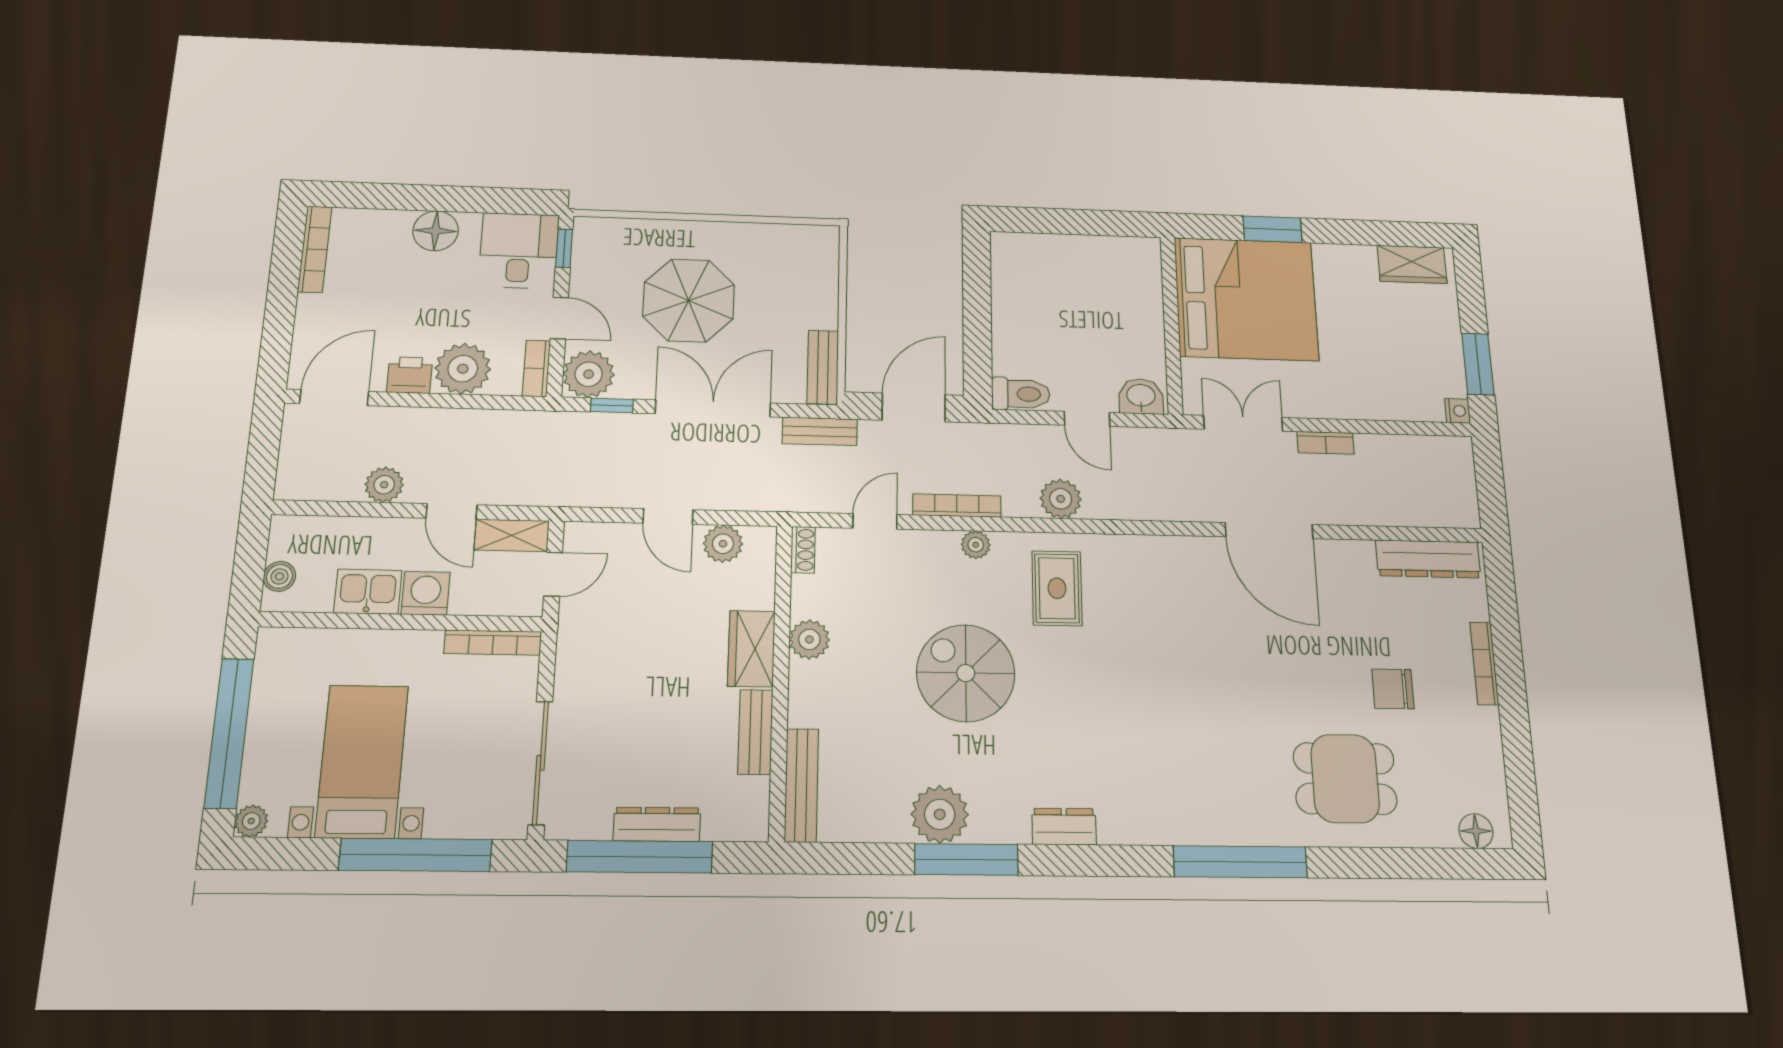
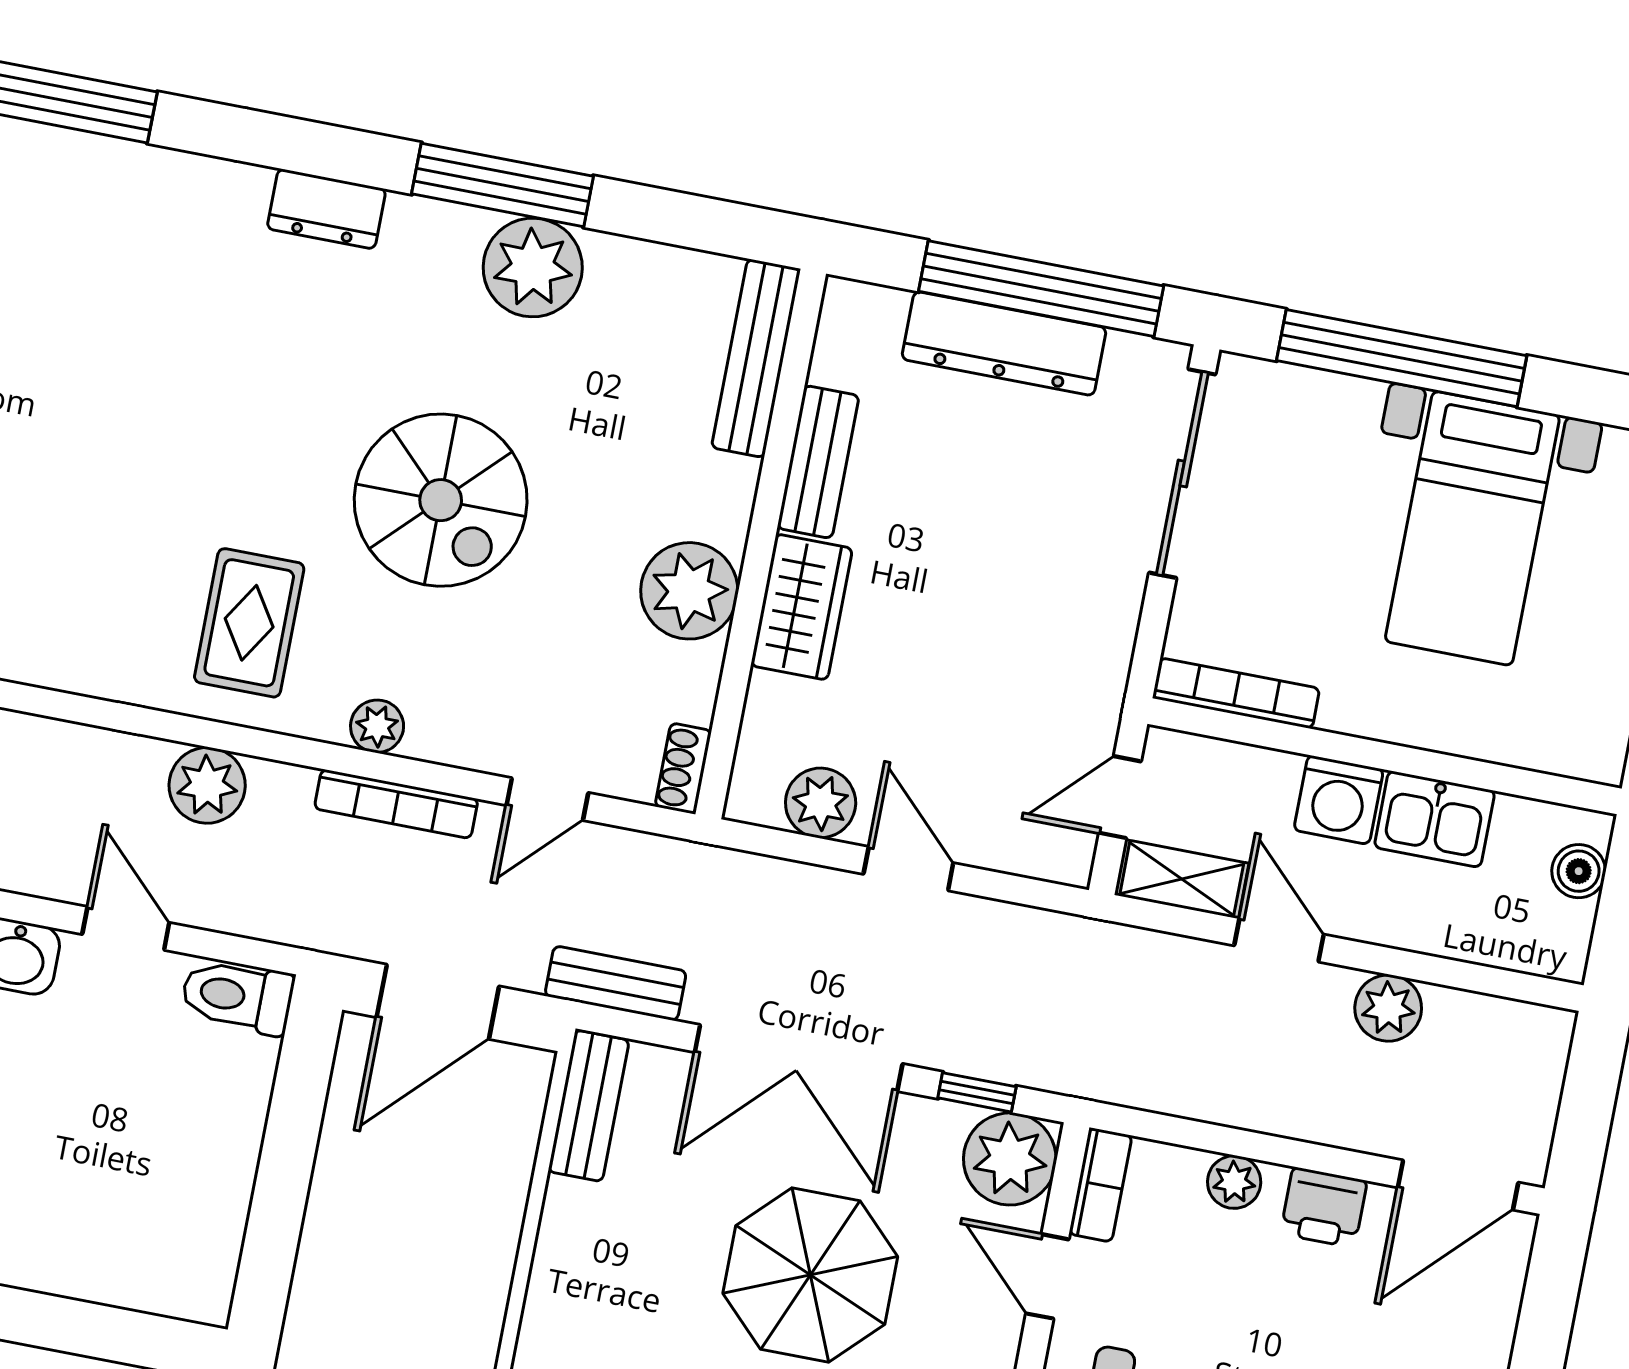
plant: (463, 369) -> (1234, 1182), width x0.53, depth x0.53
plant: (809, 639) -> (689, 591), width x1.36, depth x1.36
dresser: (657, 824) -> (1004, 343), width x1.37, depth x1.24

